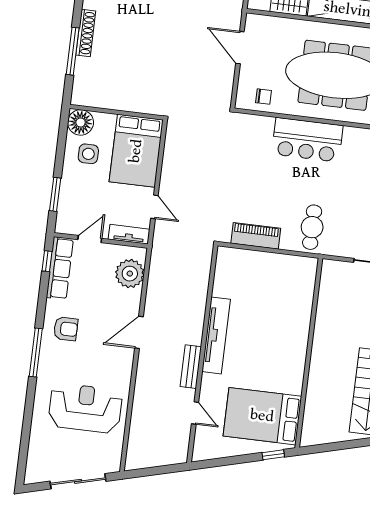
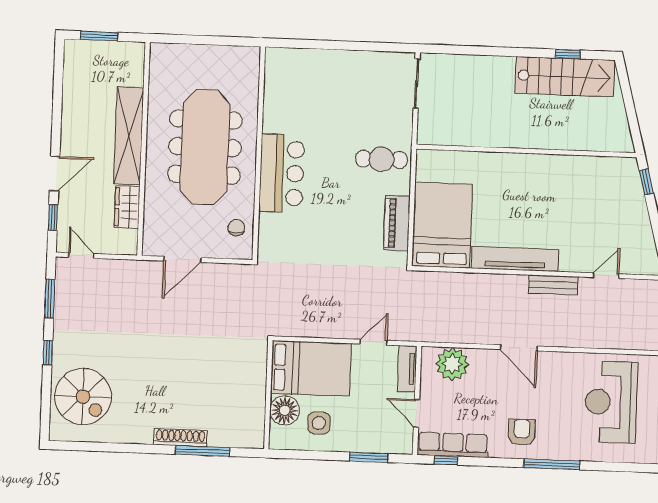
floor lamp: (81, 122) -> (285, 410), moved
bed: (262, 416) -> (443, 225), moved, turned 180

